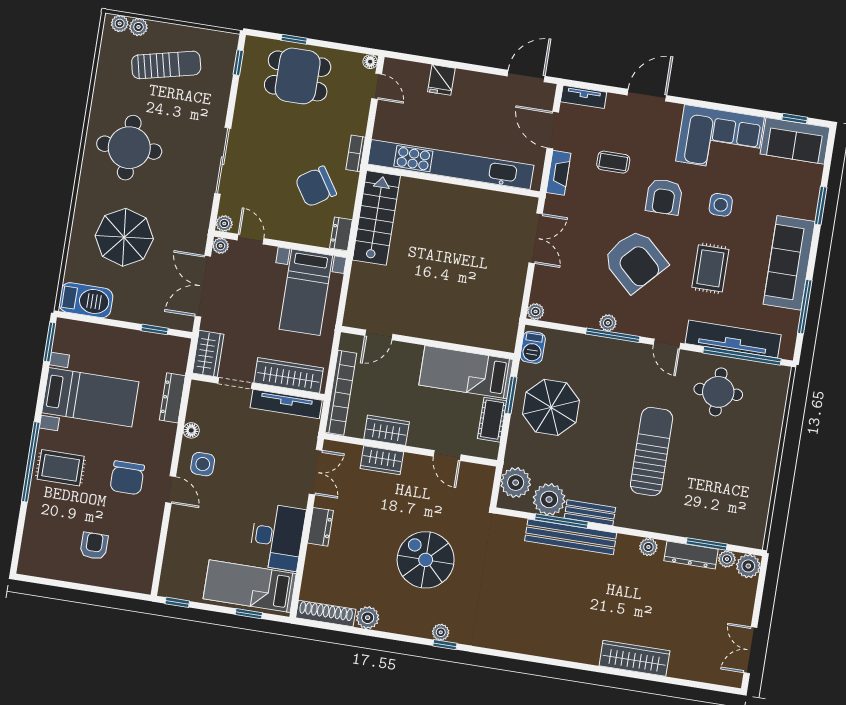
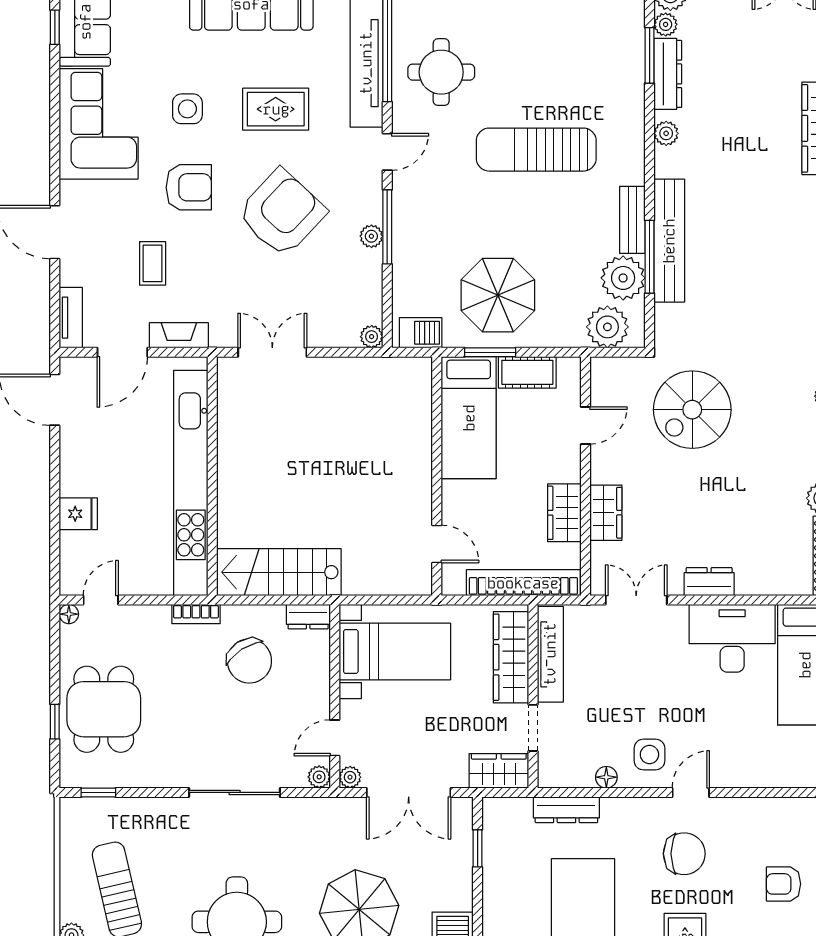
spiral stairs: (426, 560) -> (692, 410), moved

